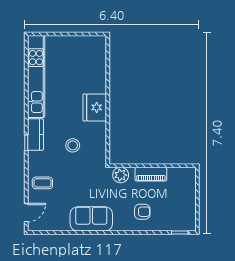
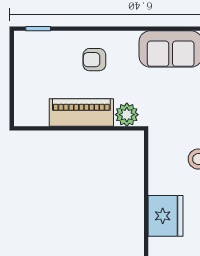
piano: (151, 174) -> (81, 112), width x1.37, depth x1.33

